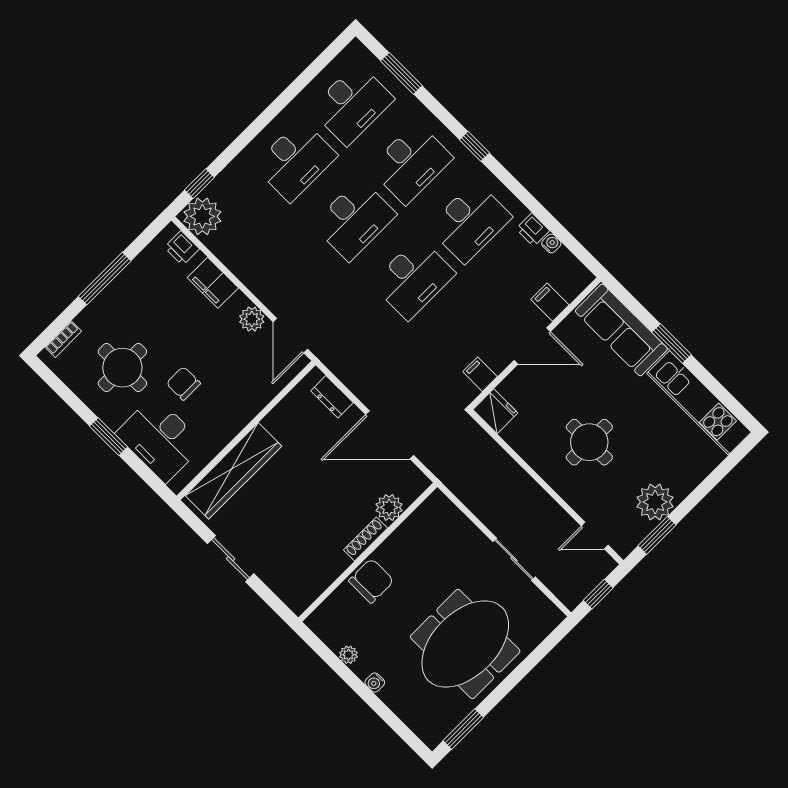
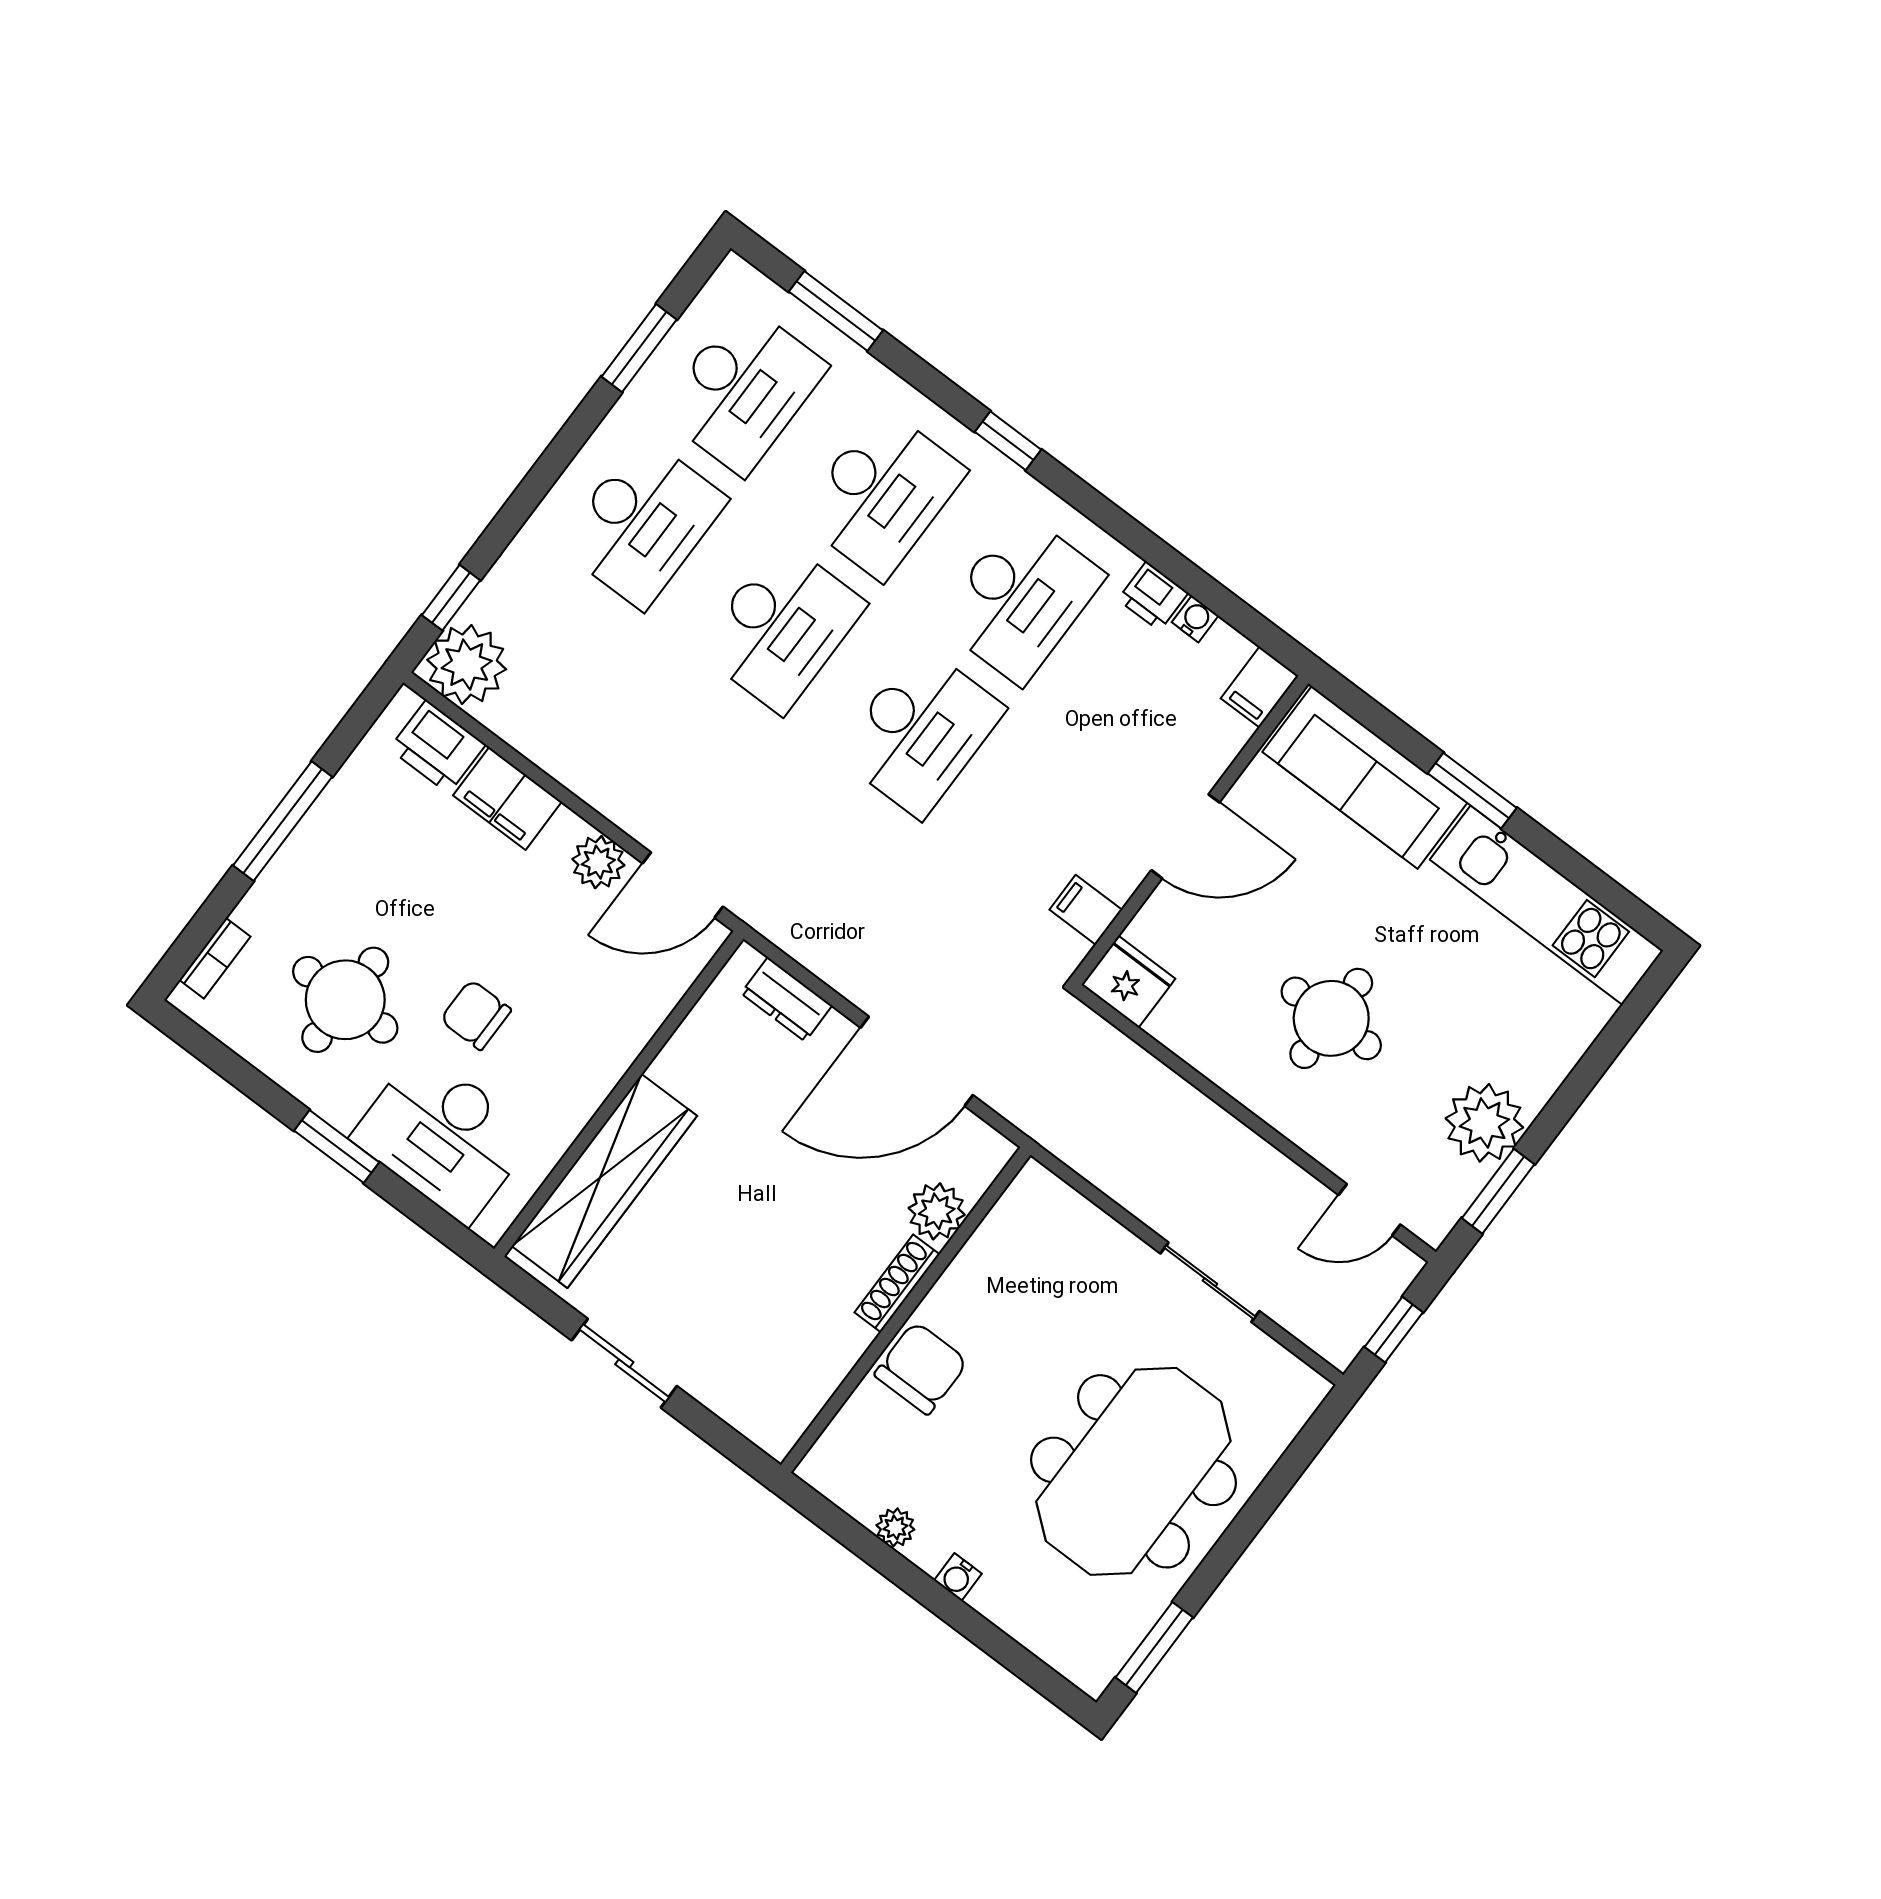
window: (305, 78) -> (639, 348), added
printer: (182, 248) -> (437, 747), width x1.36, depth x1.24
filing cabinet: (550, 302) -> (1260, 687), moved, turned -90
door: (290, 336) -> (683, 885), hinge flipped

